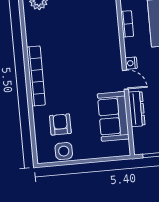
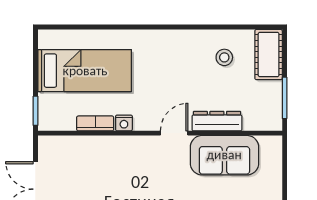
nightstand: (131, 63) -> (124, 123), moved

